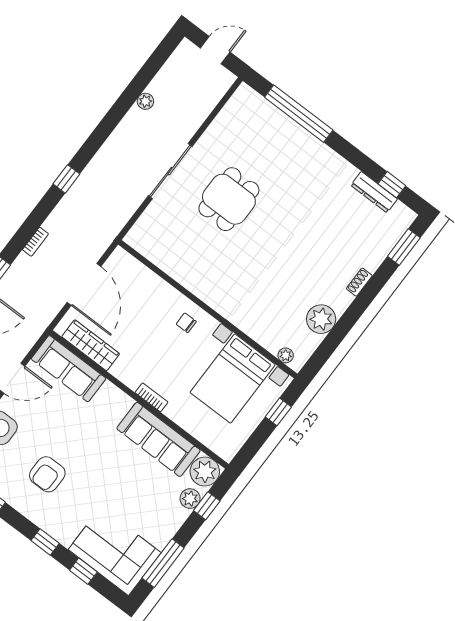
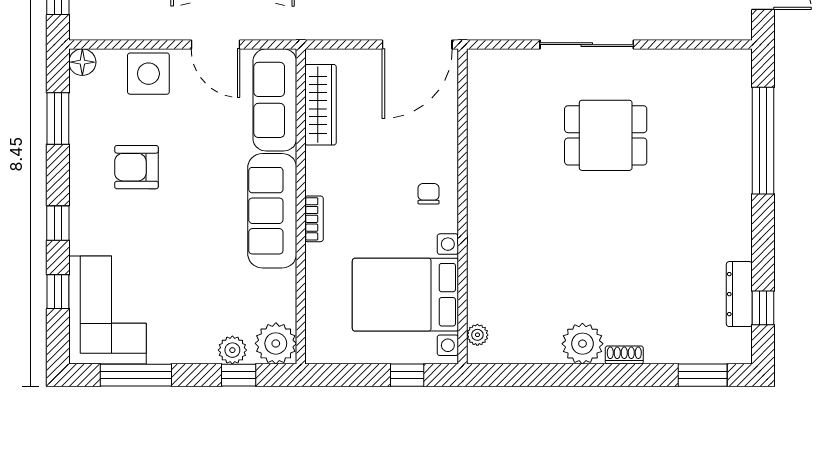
door: (84, 284) -> (417, 45), moved
plant: (321, 319) -> (582, 344), moved
sofa: (158, 439) -> (272, 211), moved

